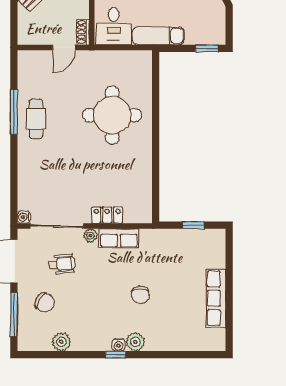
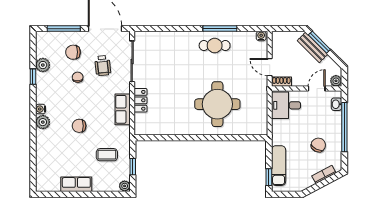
exam couch: (158, 36) -> (279, 166), moved
water cooler: (24, 217) -> (261, 36), moved
plant: (90, 236) -> (125, 186), moved
coffee table: (178, 259) -> (107, 155), added
chair: (77, 297) -> (78, 77), added
row of seats: (216, 298) -> (76, 184), width x0.68
chair: (45, 303) -> (73, 52), turned 59
window: (116, 355) -> (33, 77), moved

